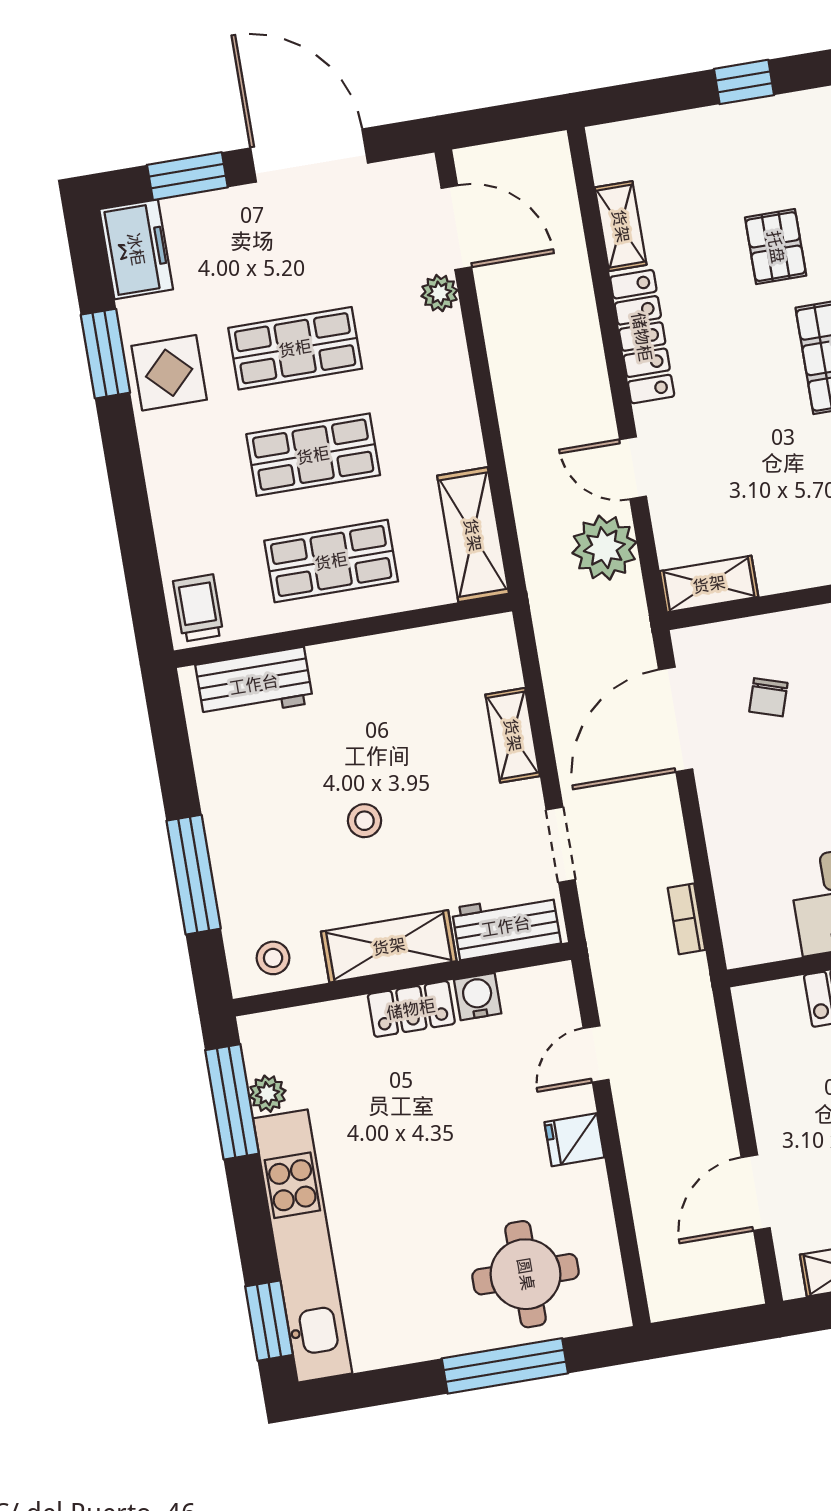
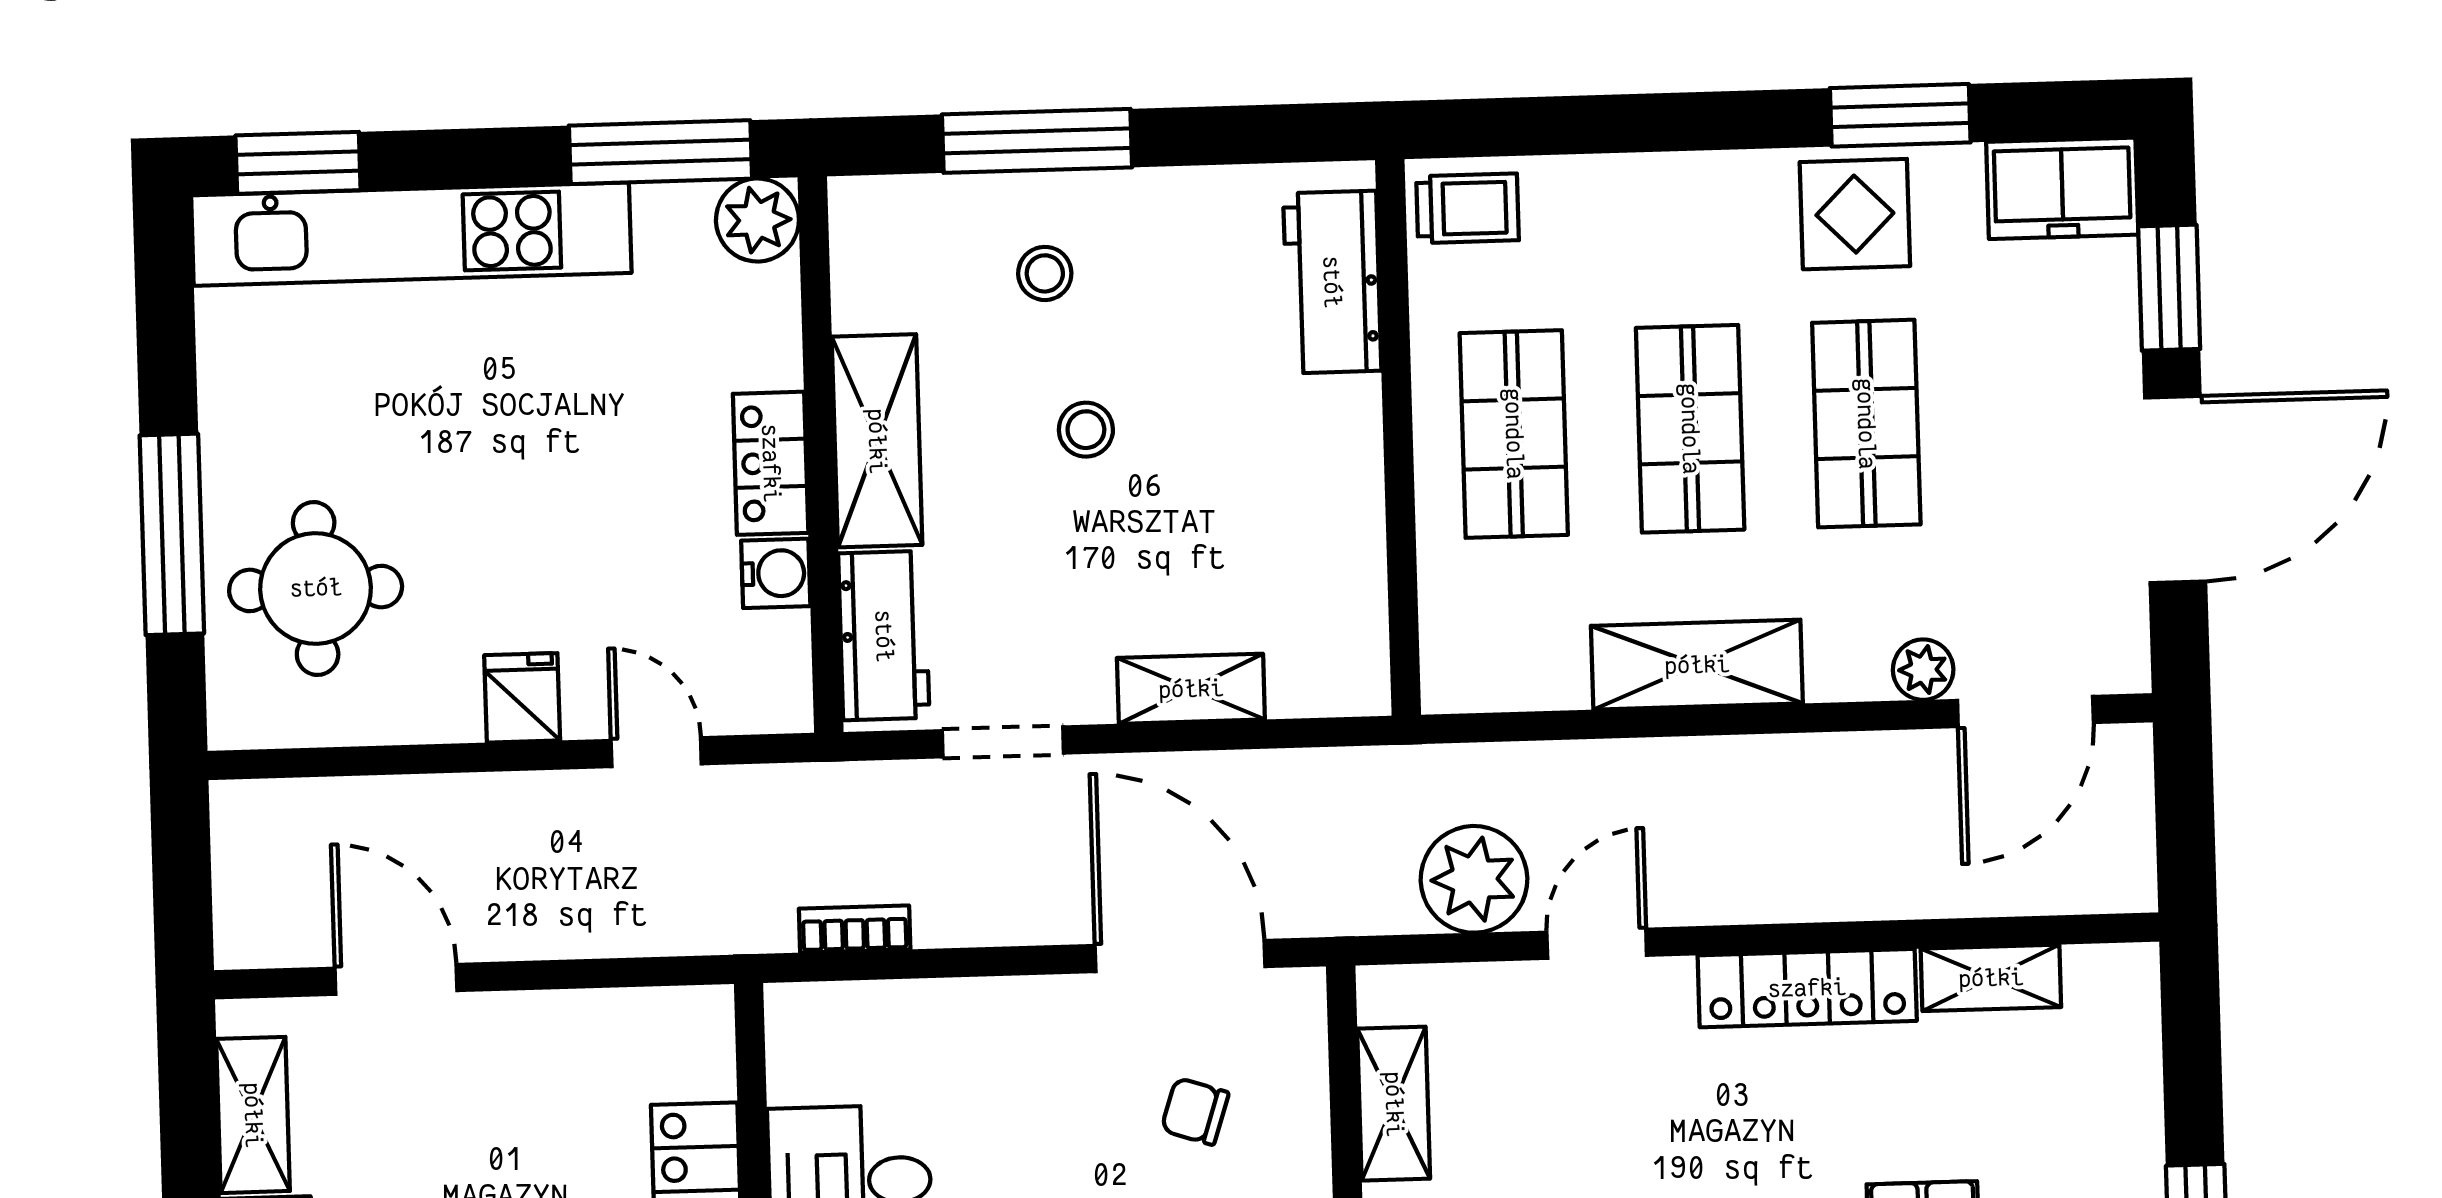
shelving: (473, 535) -> (1697, 665), moved
shelving: (709, 584) -> (1394, 1104), moved
stool: (273, 958) -> (1045, 273), moved
plant: (268, 1094) -> (757, 220), moved, width x1.38, depth x1.38

